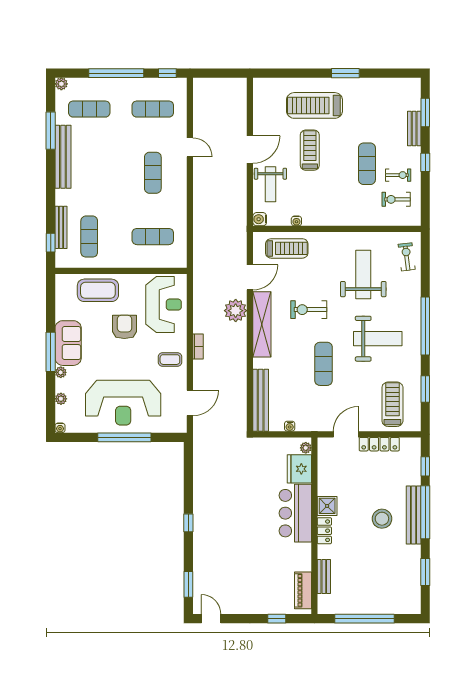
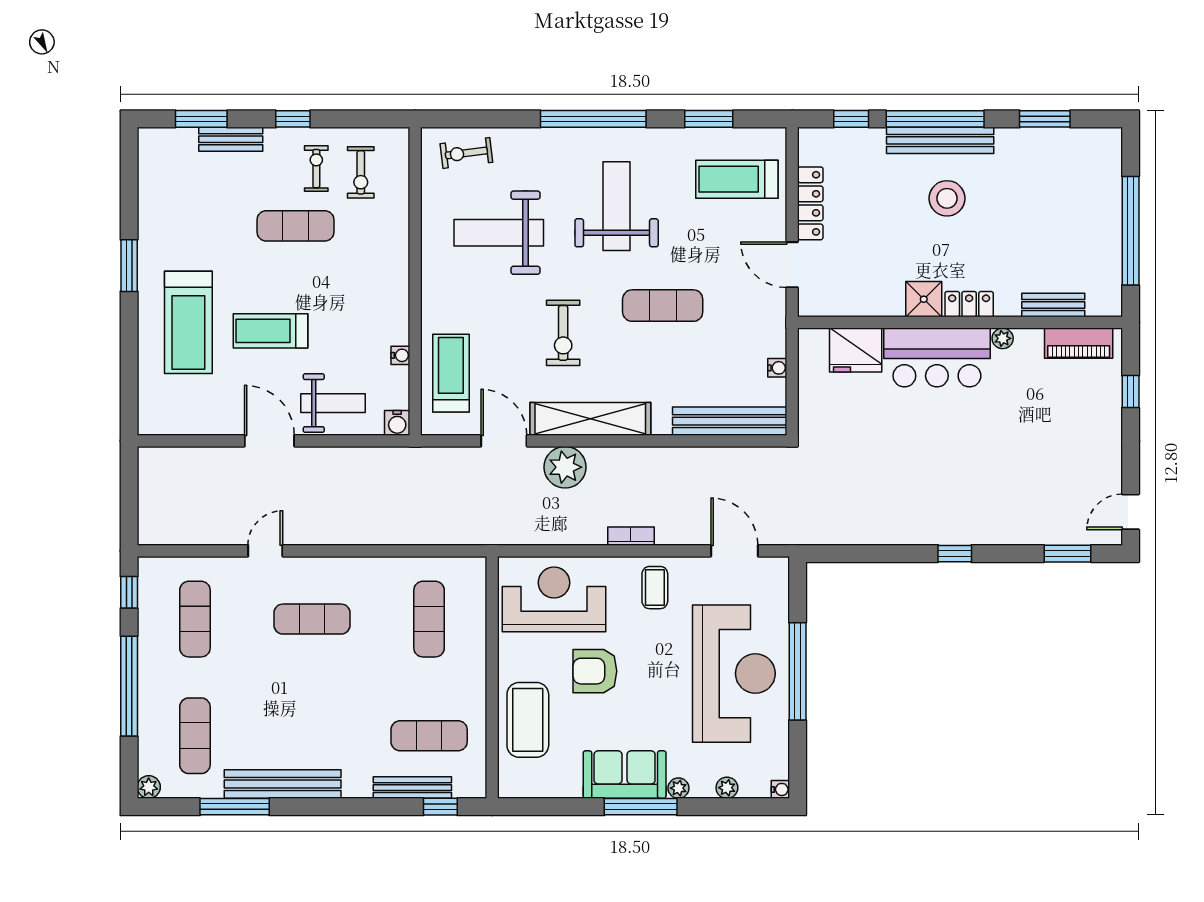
plant: (306, 448) -> (1003, 338), moved

